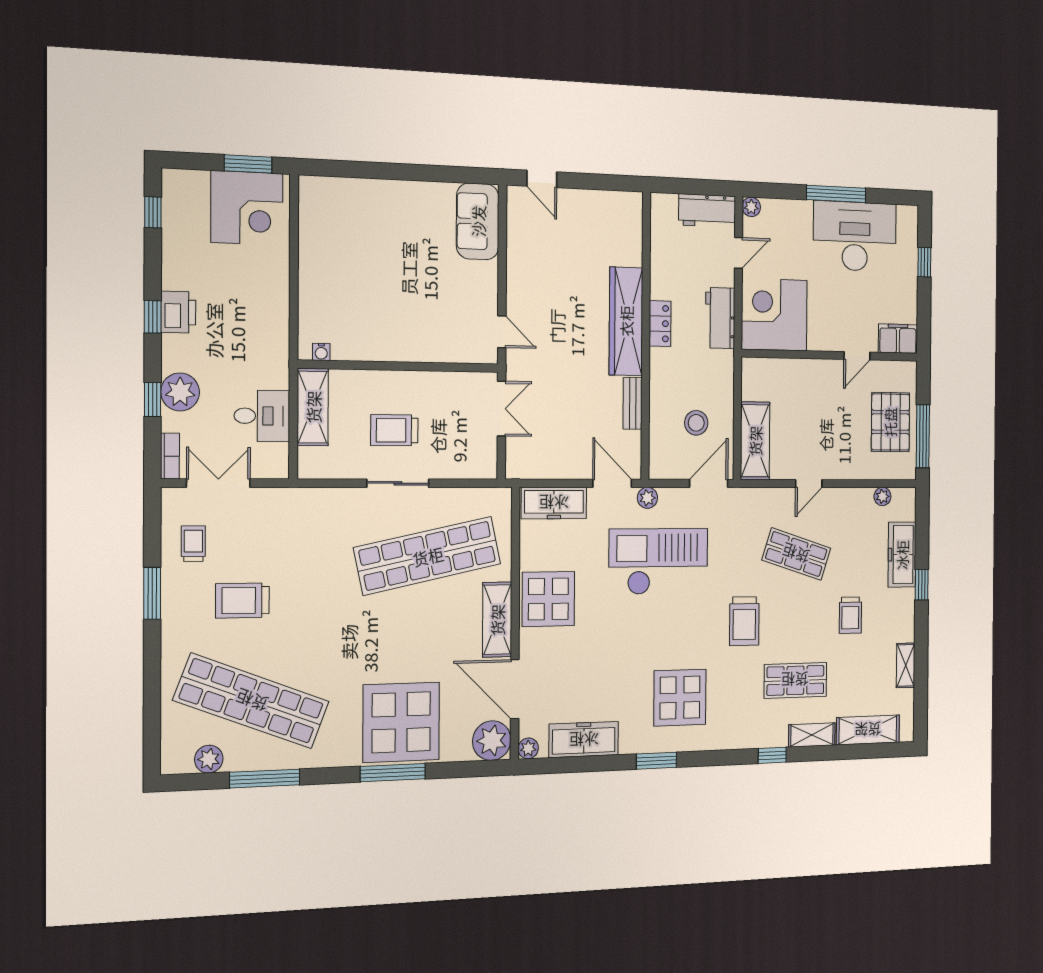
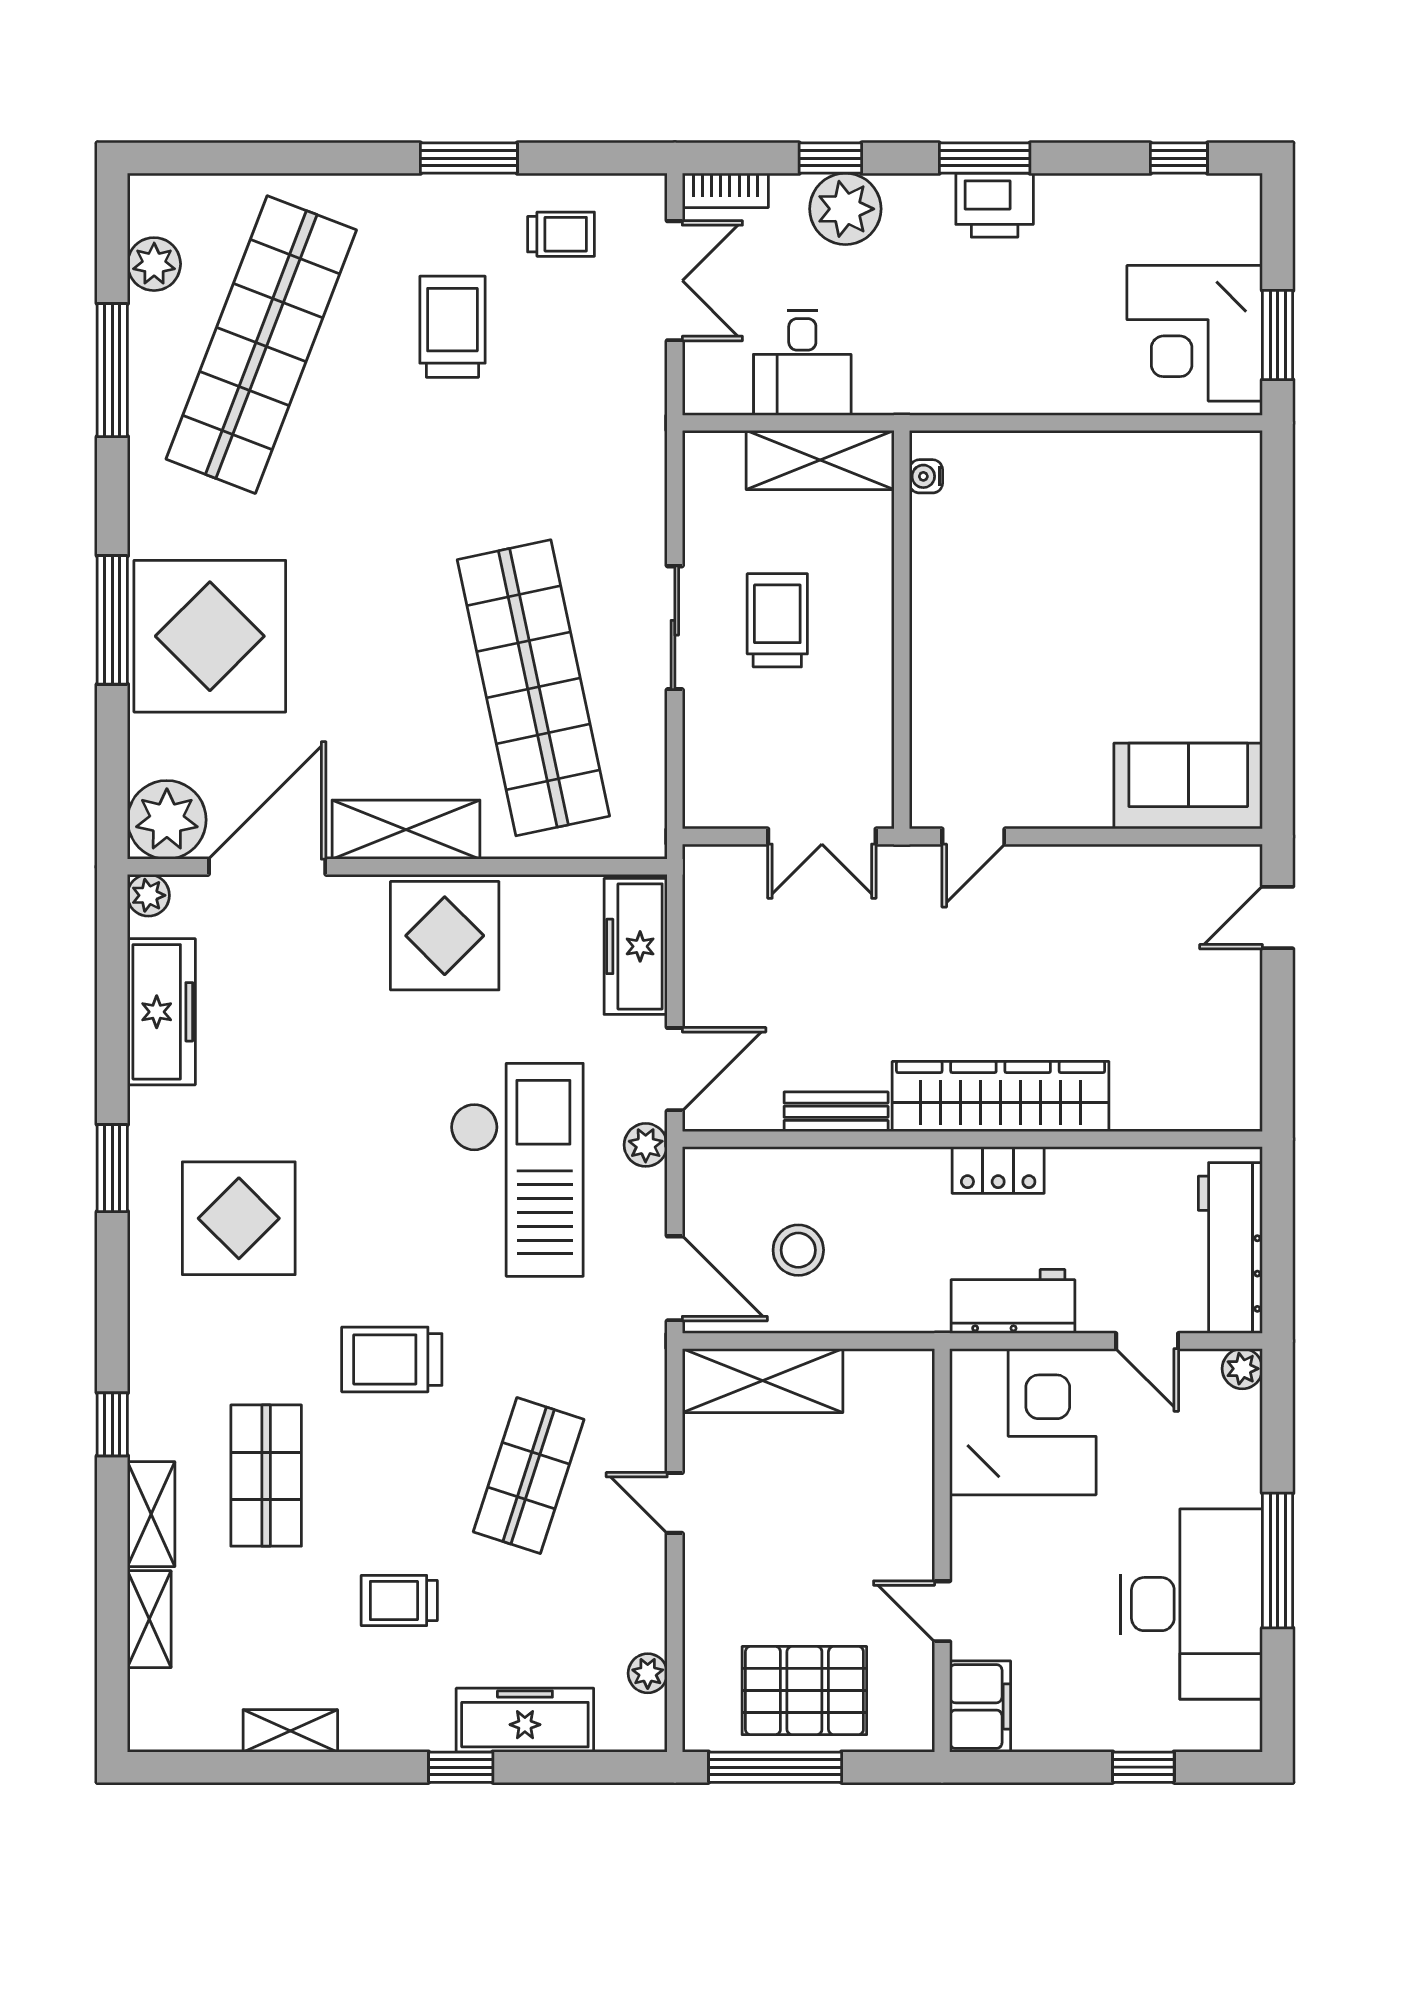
workbench: (707, 211) -> (1230, 1248), width x1.38
window: (153, 317) -> (985, 158), width x1.50
shelving: (868, 730) -> (149, 1619), width x0.67, depth x0.75

